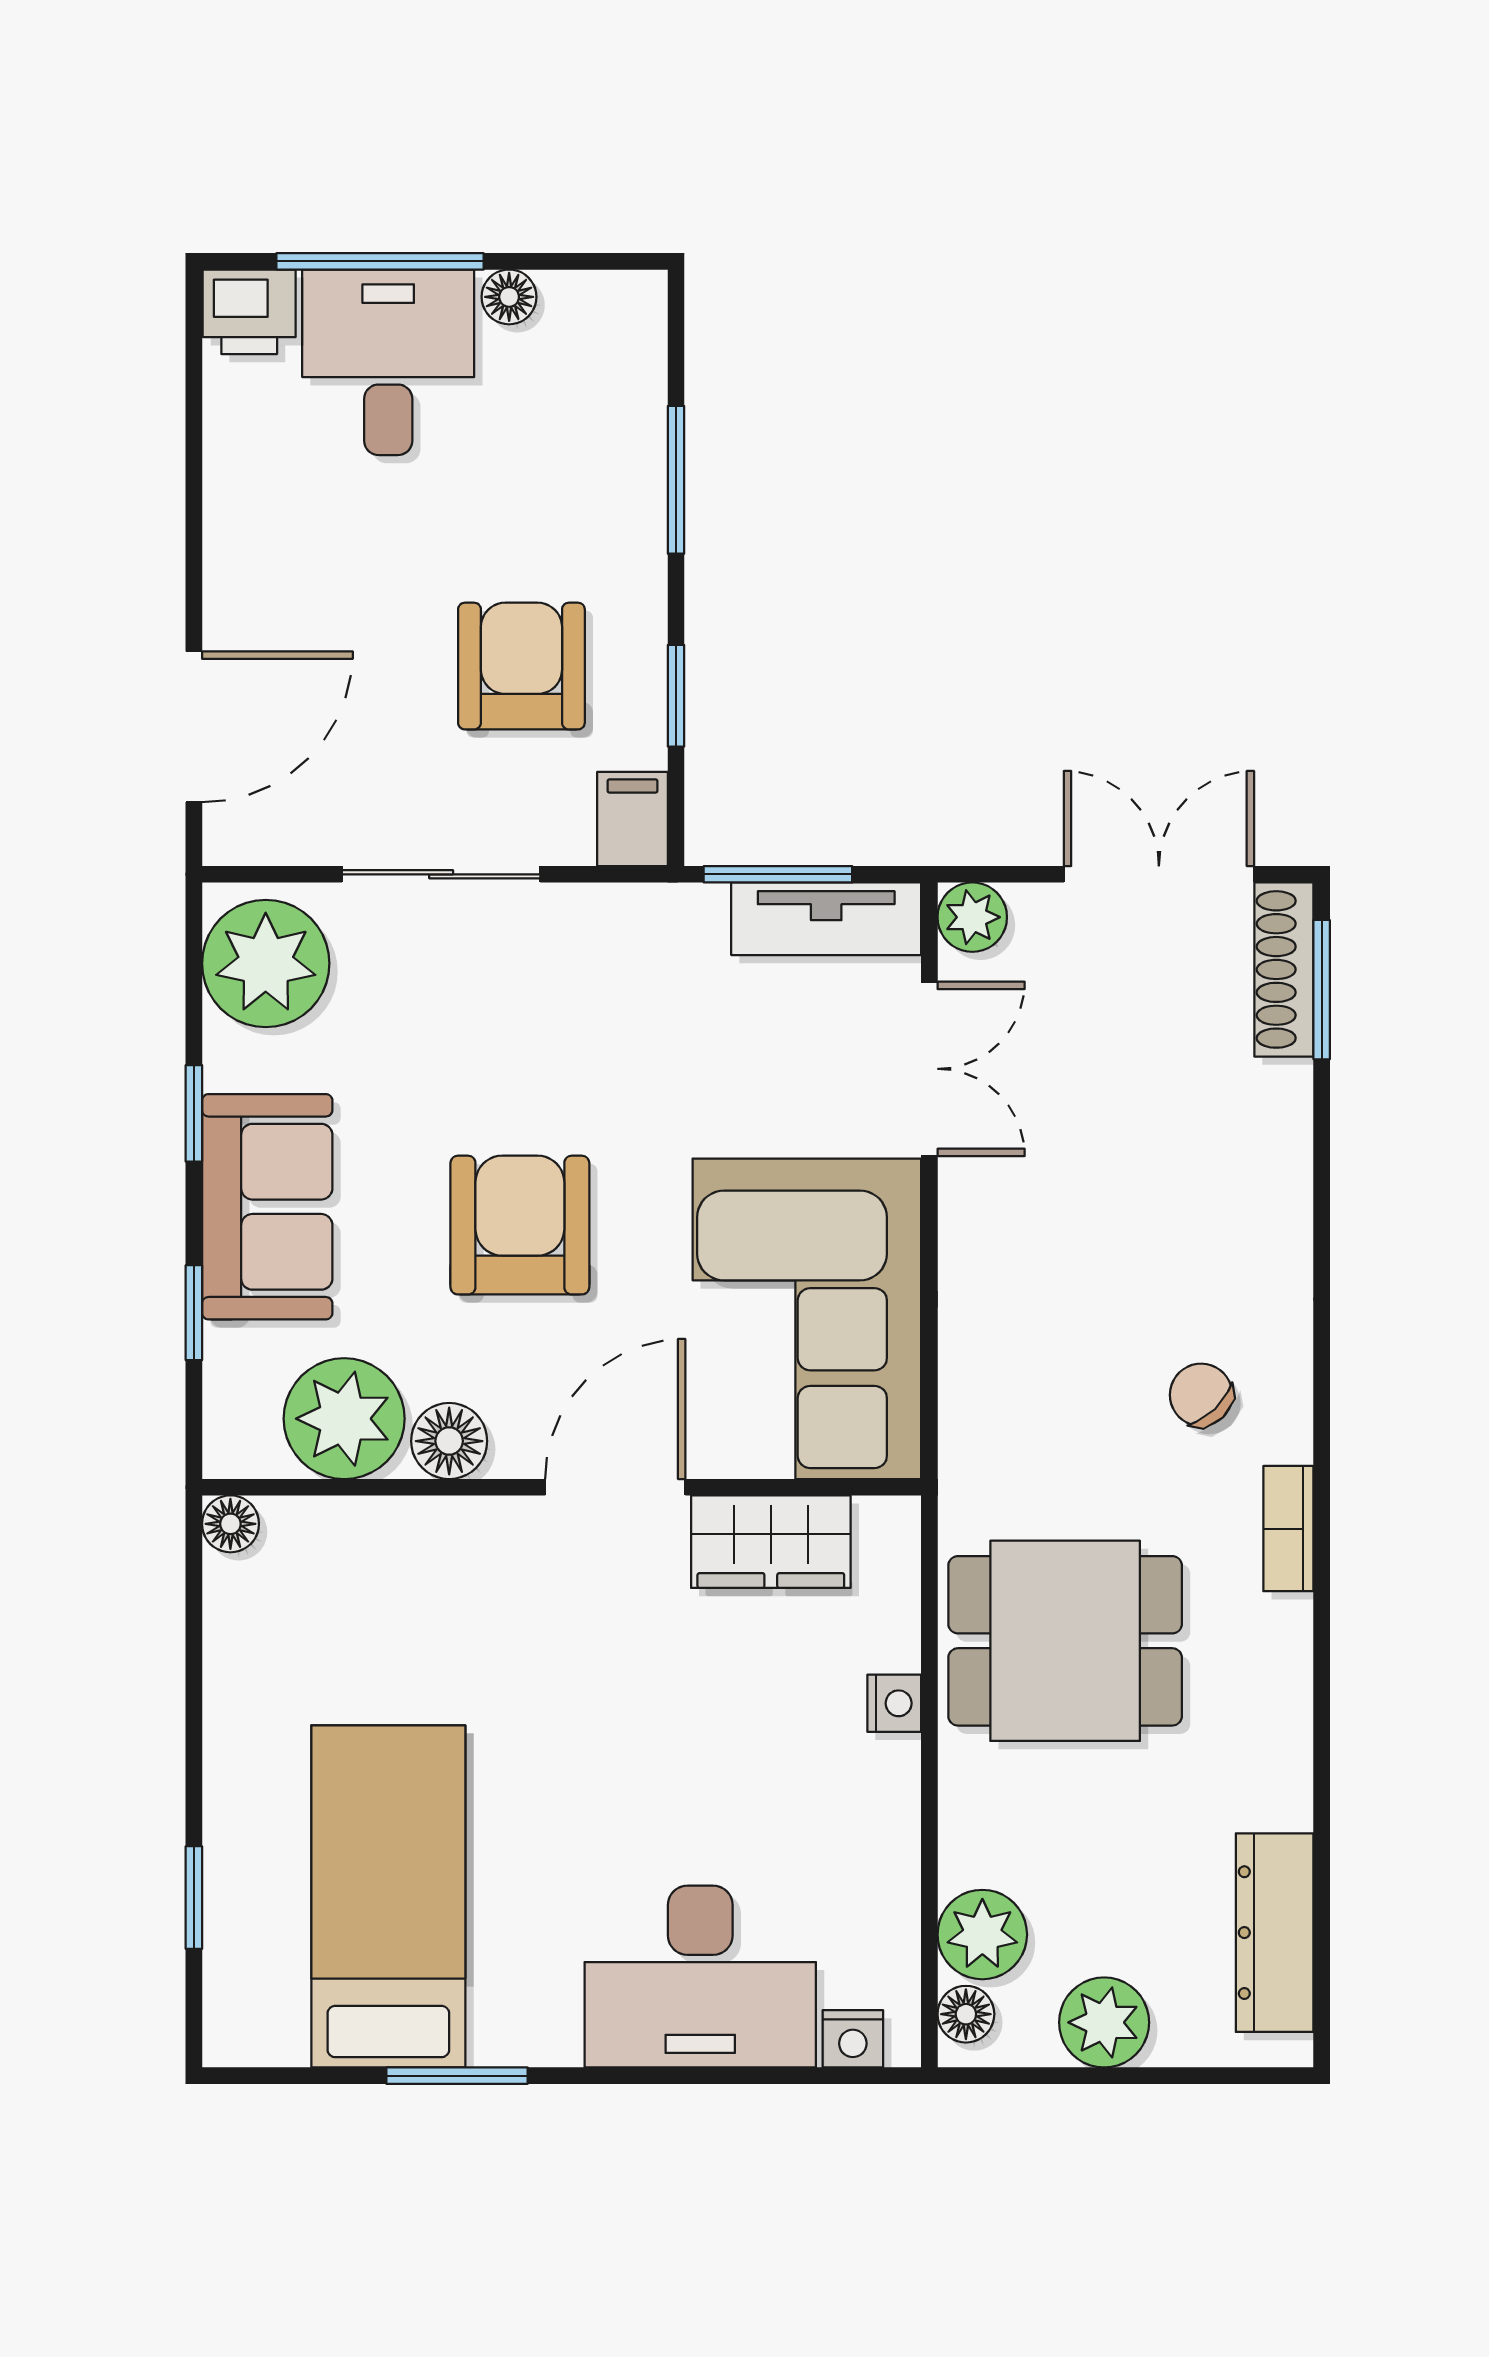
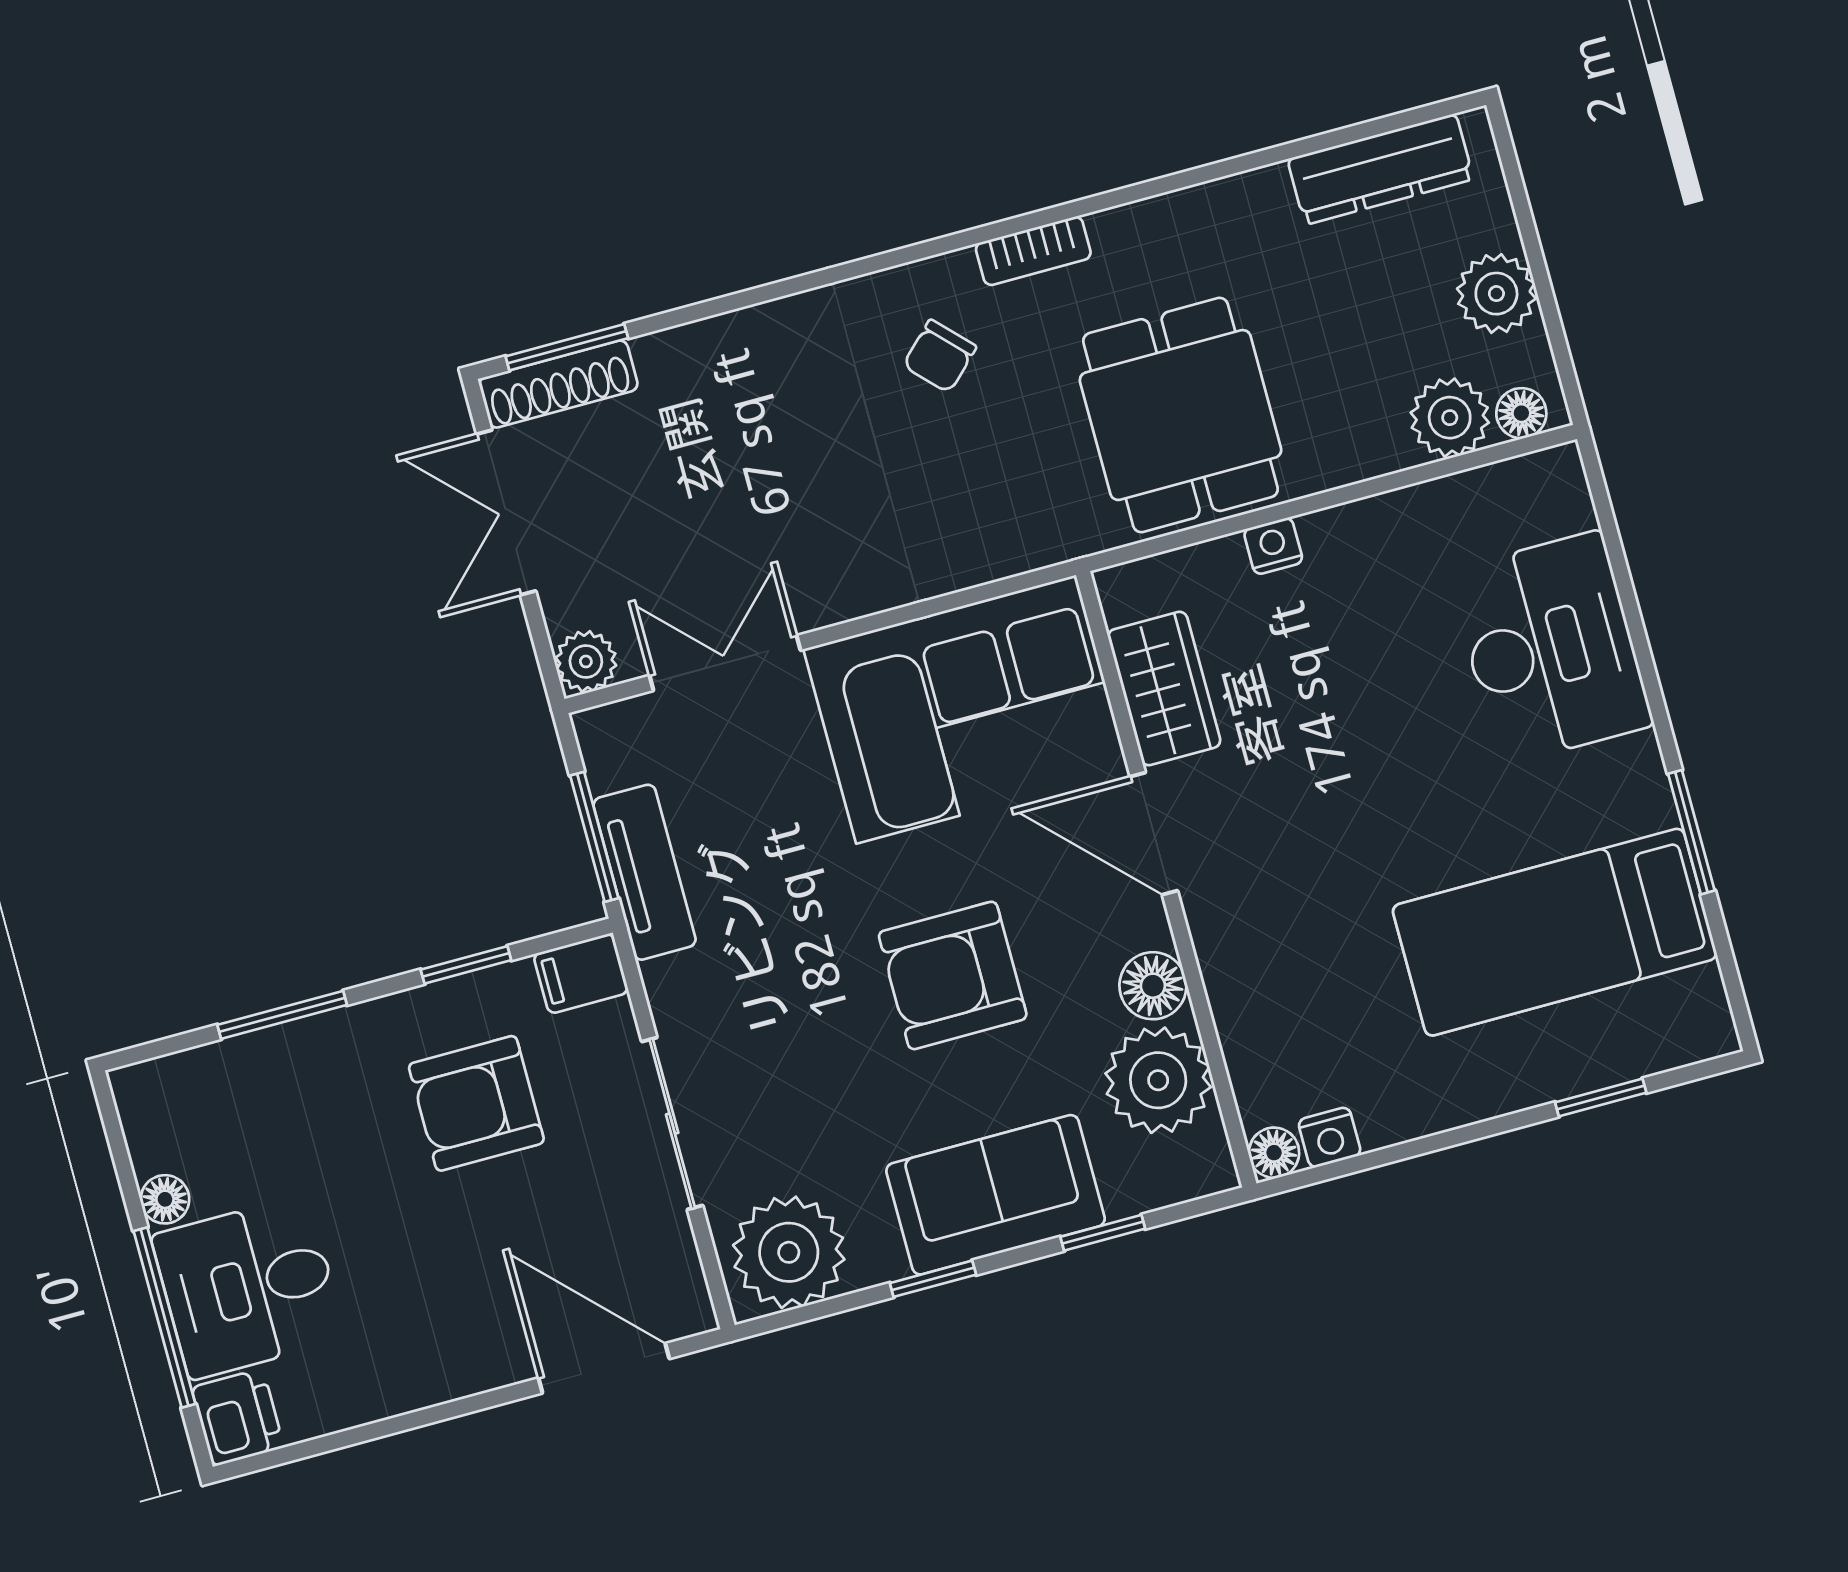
tv unit: (826, 919) -> (645, 872), moved
nightstand: (853, 2039) -> (1330, 1137), moved, turned 90

